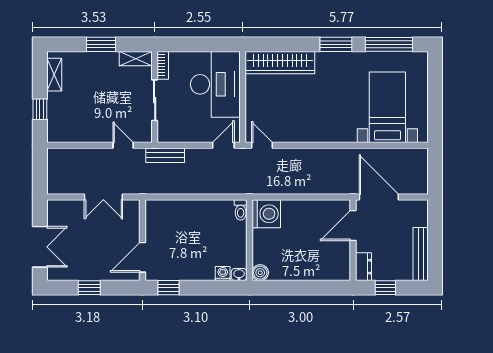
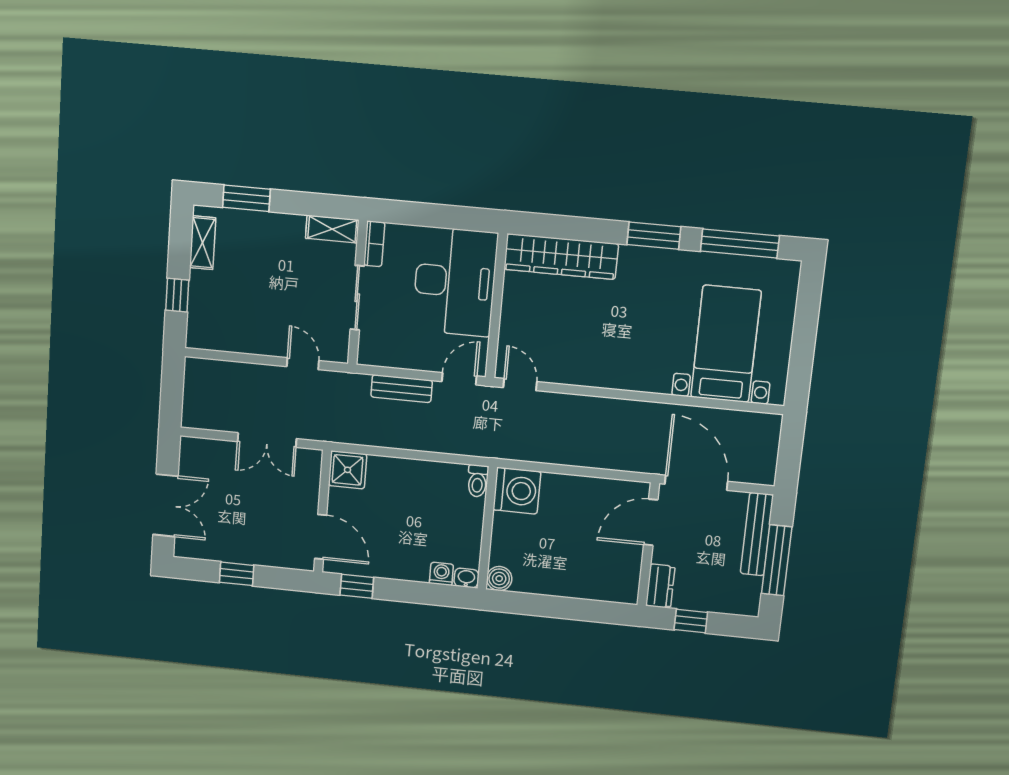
window: (101, 44) -> (246, 198), moved
bench: (165, 155) -> (402, 389), moved
shower: (157, 211) -> (348, 470), added
window: (435, 242) -> (777, 560), added
bench: (421, 254) -> (757, 534), moved
door: (143, 257) -> (321, 537), swing flipped

